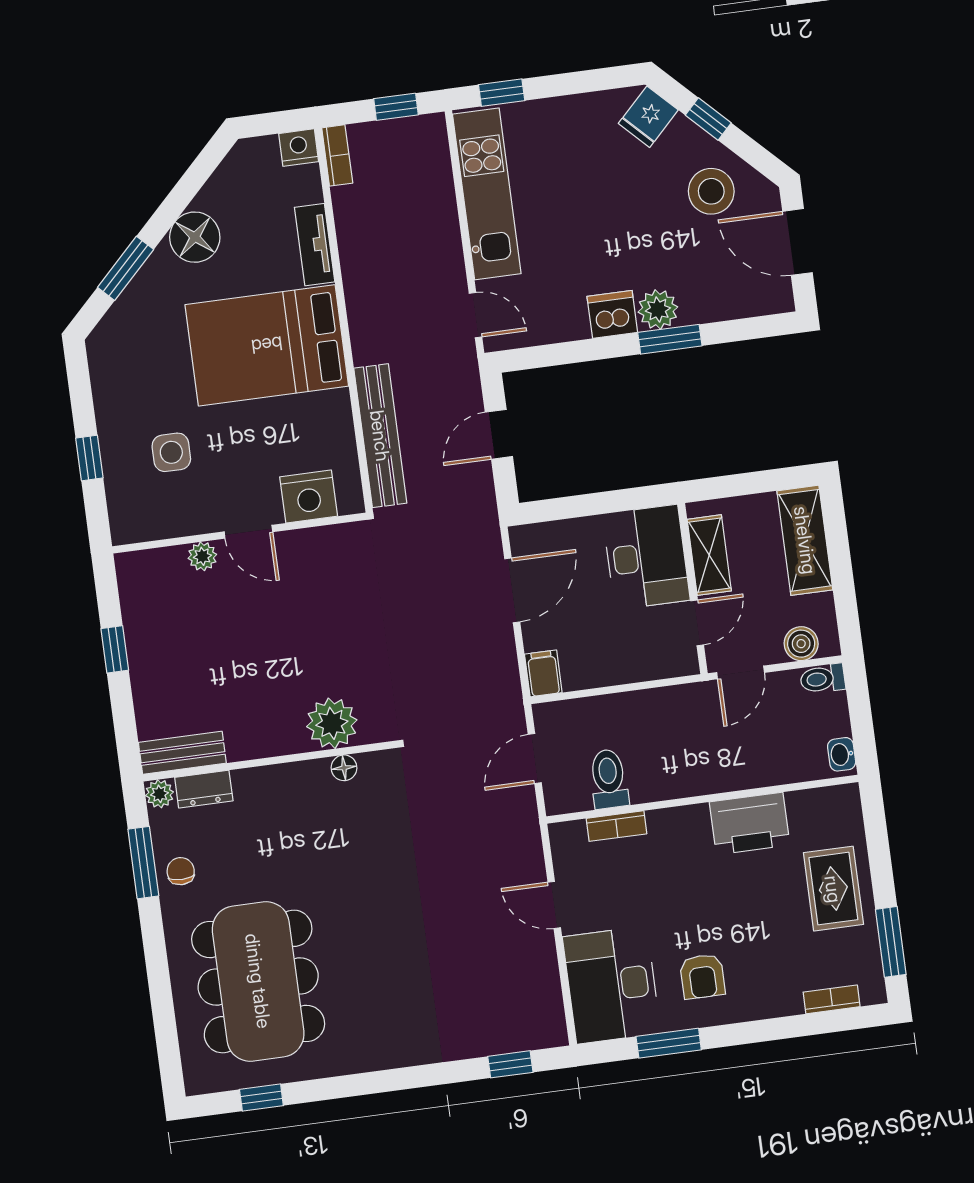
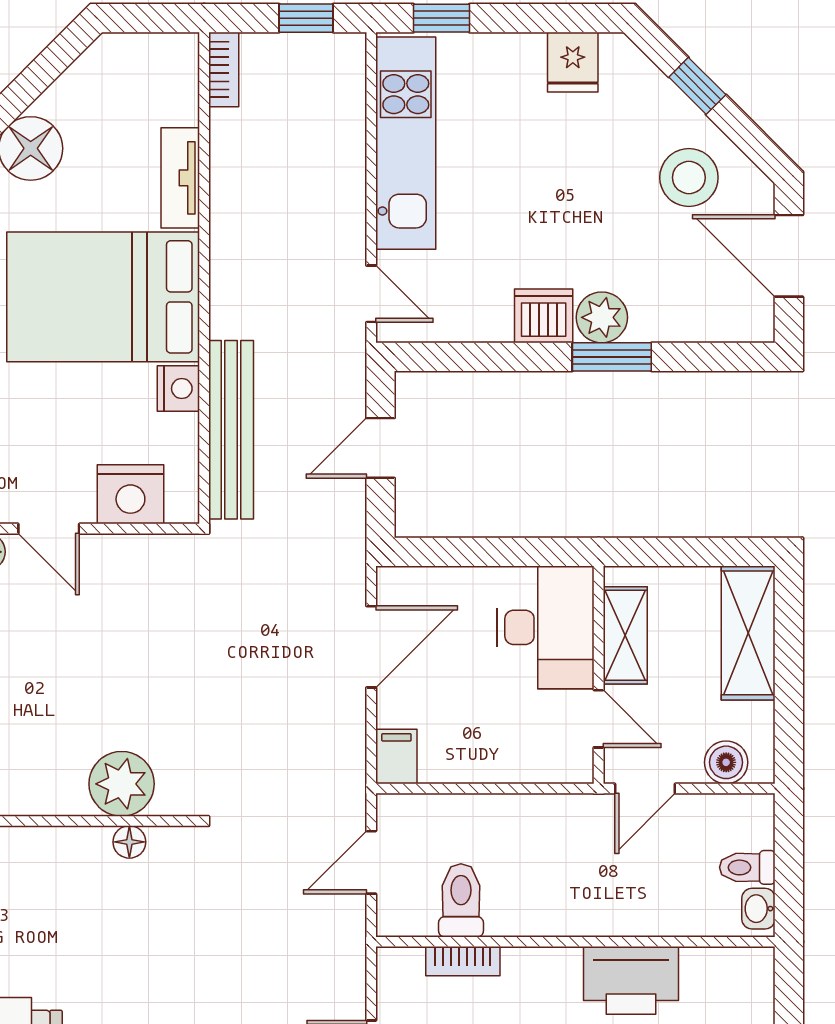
fridge: (648, 117) -> (573, 62), moved, turned -45
nightstand: (299, 148) -> (178, 389), moved, turned 90
door: (697, 623) -> (599, 719), hinge flipped
toilet: (823, 679) -> (747, 867), moved

